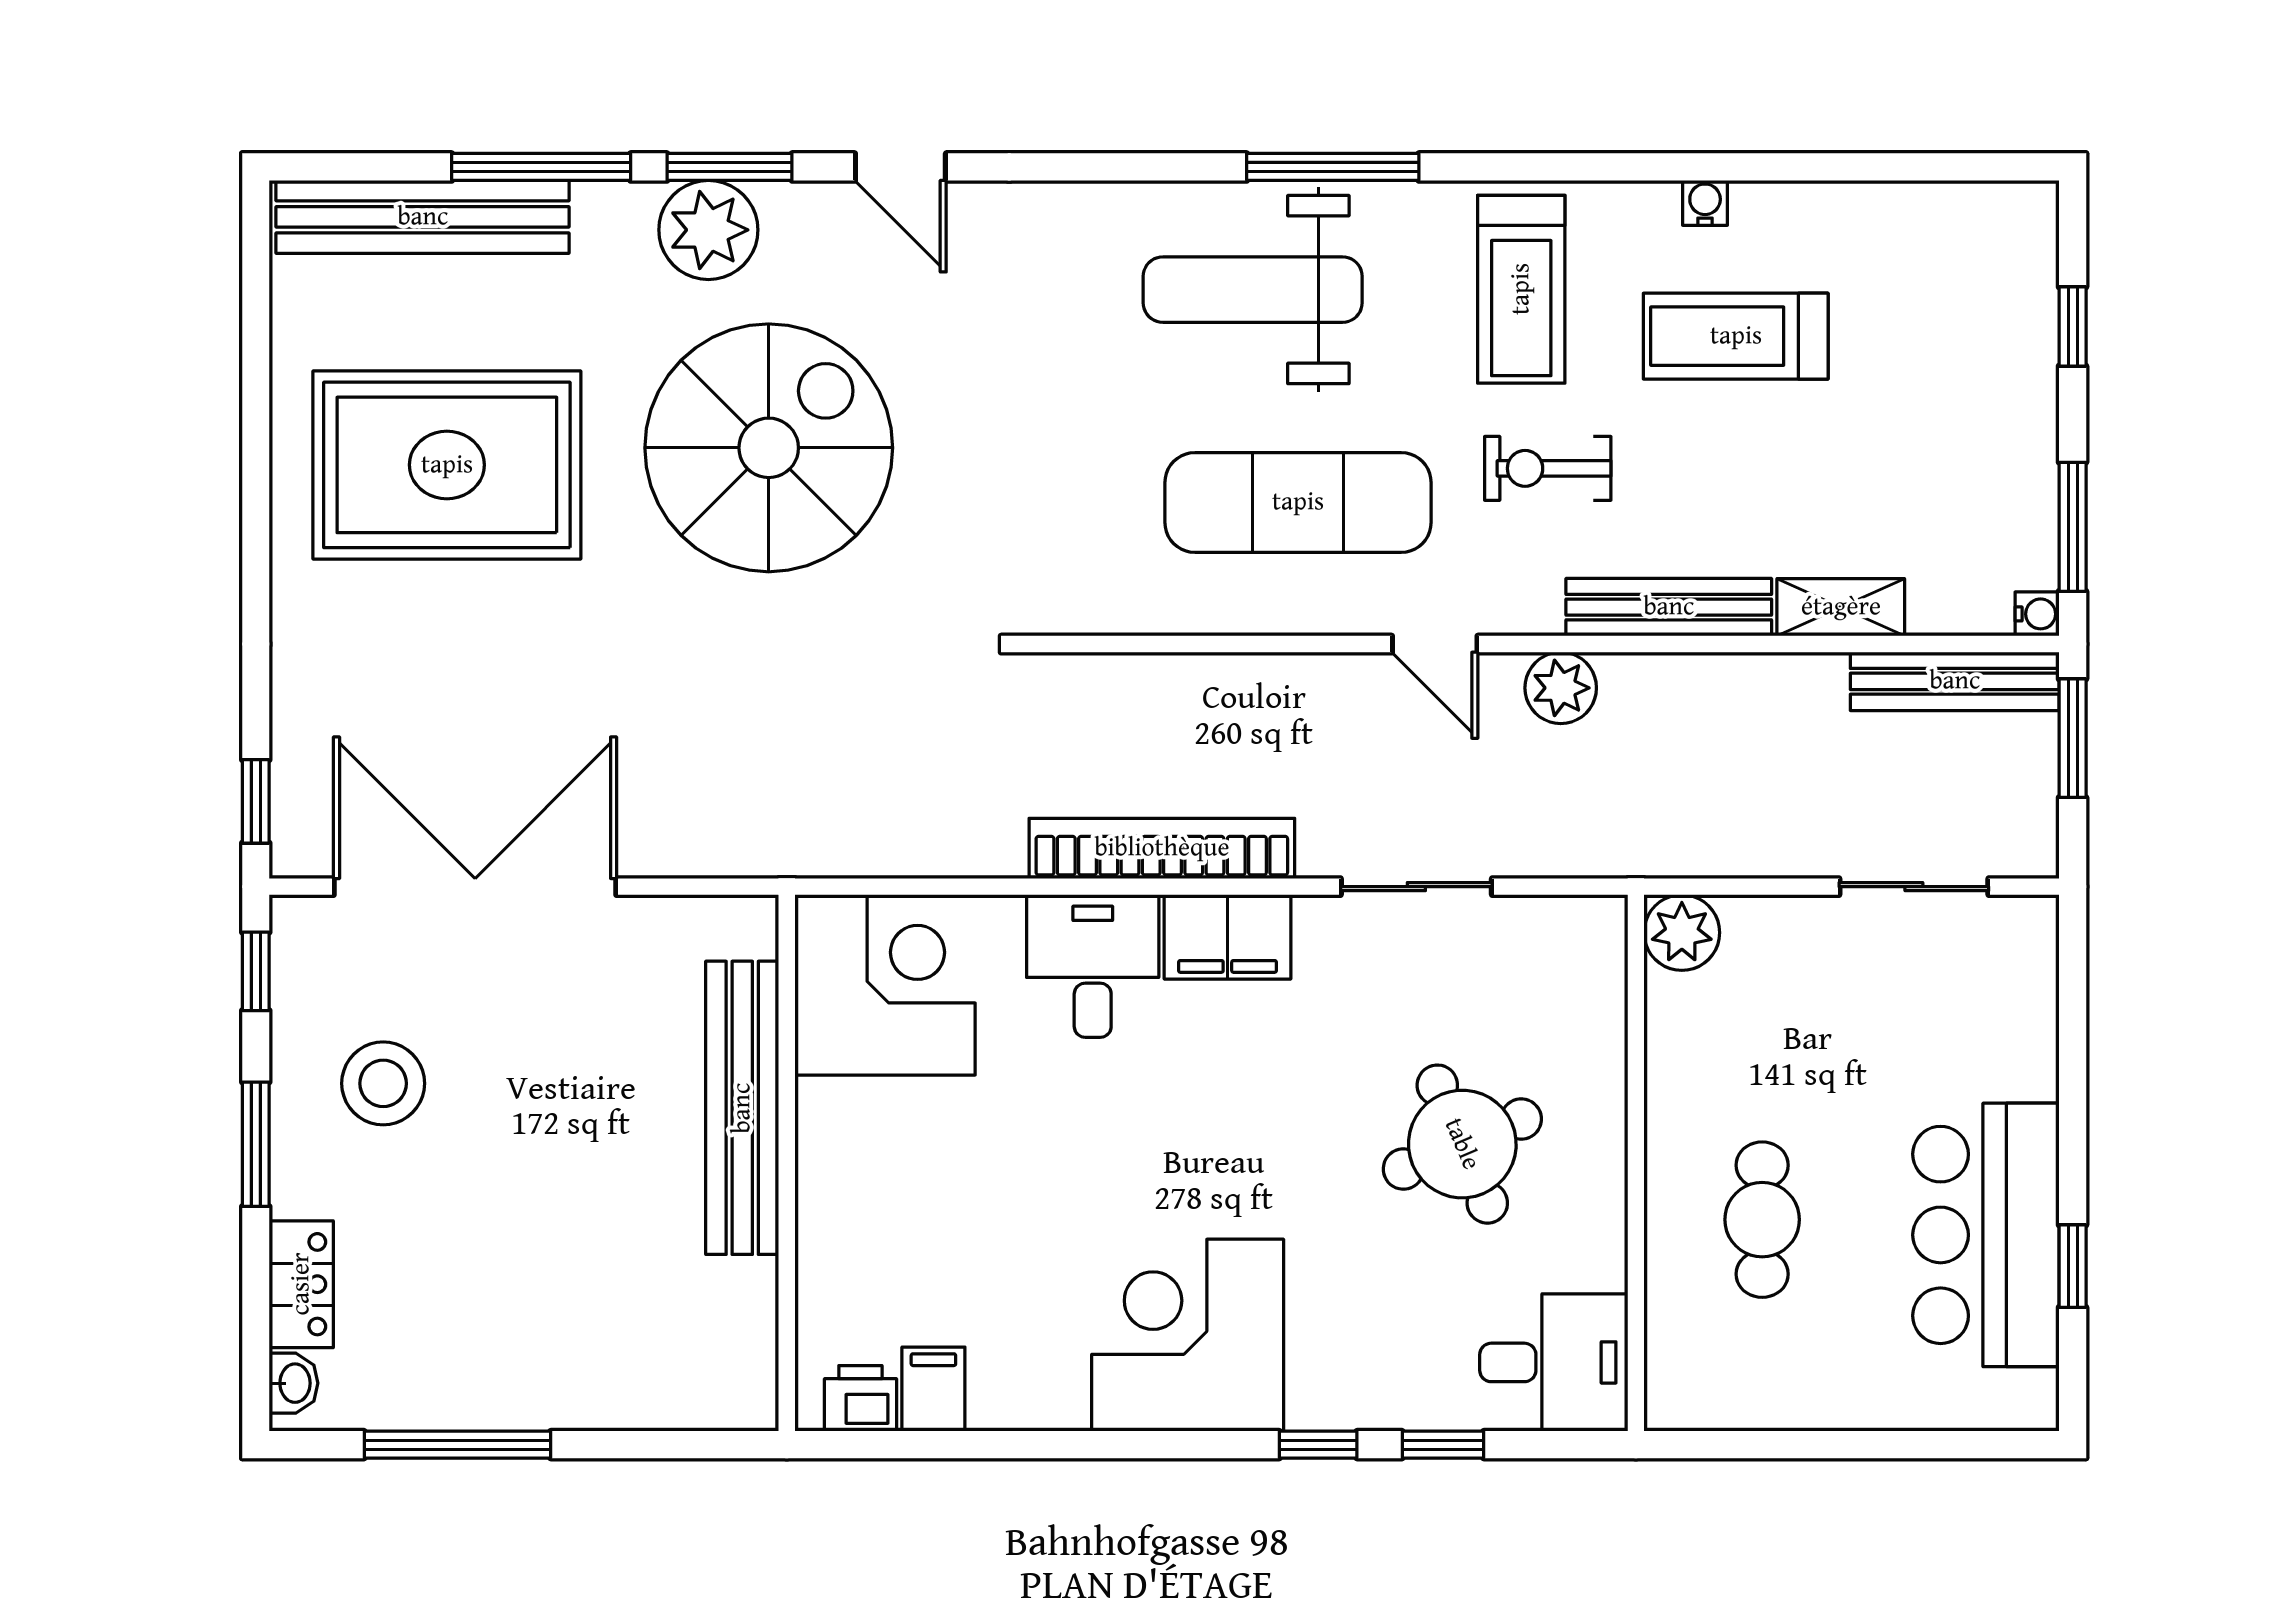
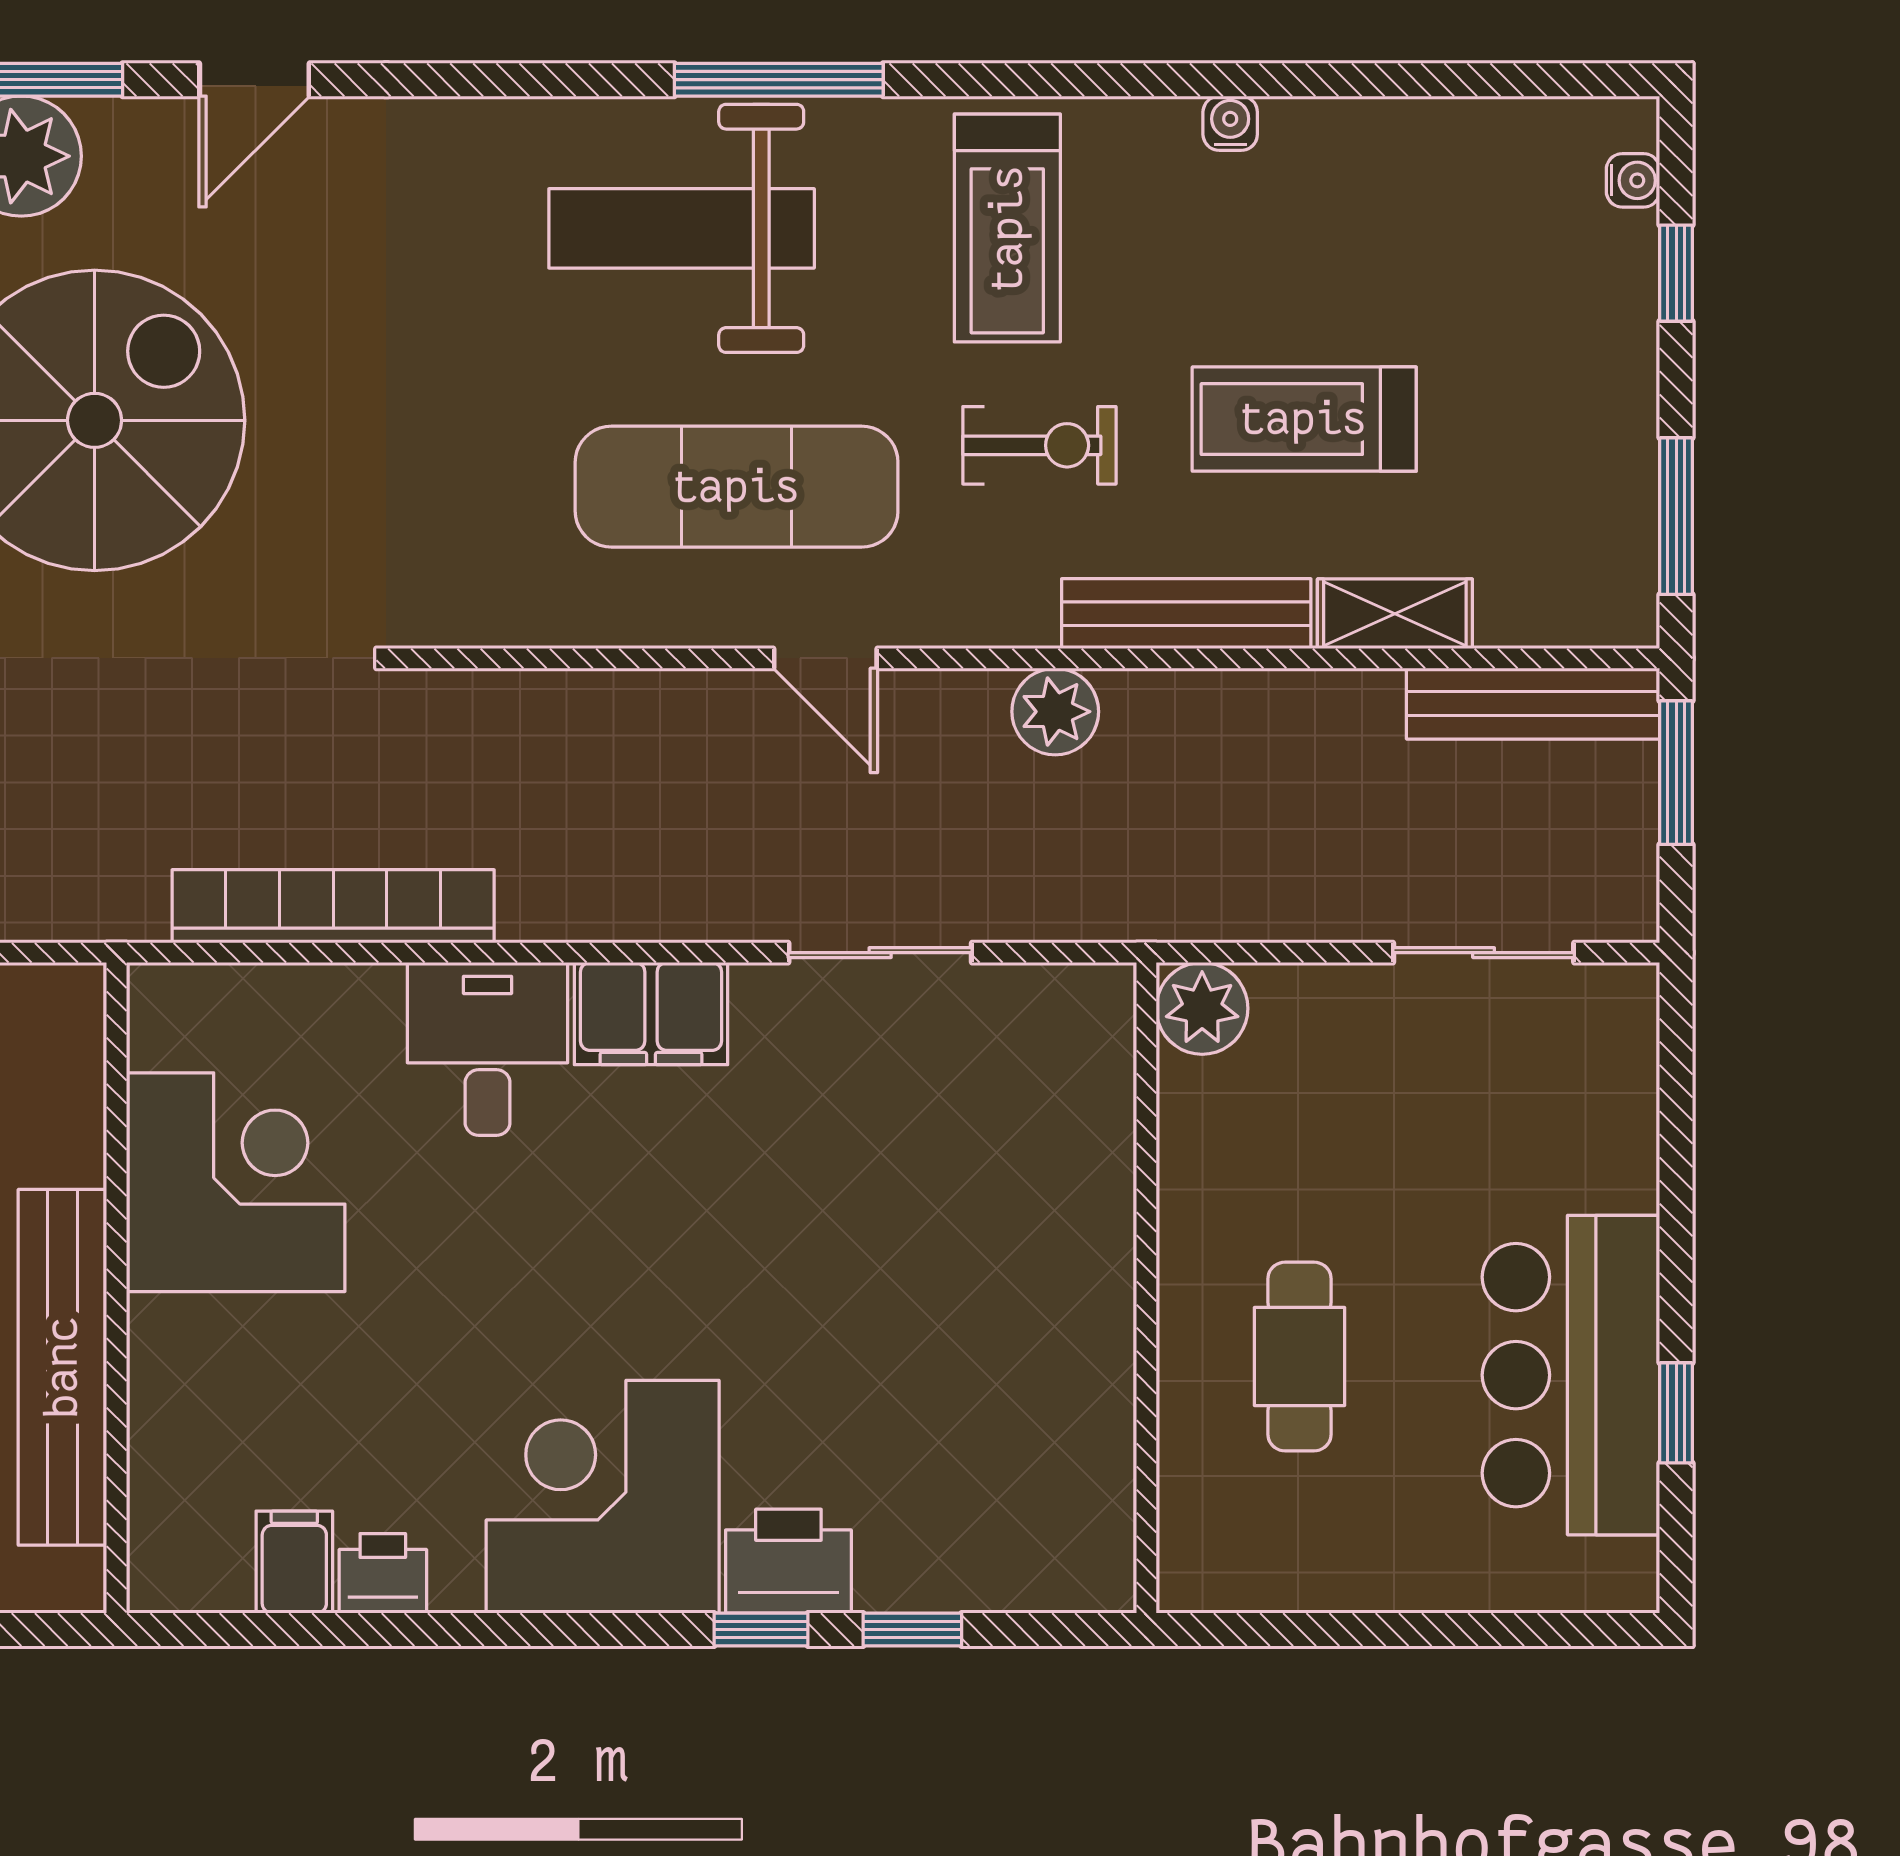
door: (900, 167) -> (254, 80), hinge flipped
treadmill: (1736, 336) -> (1304, 419), moved
exercise bike: (1548, 468) -> (1039, 445), turned 180
water cooler: (2037, 614) -> (1633, 180), moved
door: (1435, 644) -> (825, 658), moved
bookcase: (1162, 848) -> (333, 906), moved
corner desk: (885, 985) -> (236, 1182), moved
bench: (742, 1108) -> (62, 1367), moved
round table: (1462, 1144) -> (936, 1265), removed
desk: (1554, 1362) -> (1047, 1530), removed
printer: (1341, 1388) -> (788, 1561), added
printer: (860, 1398) -> (383, 1573), moved

